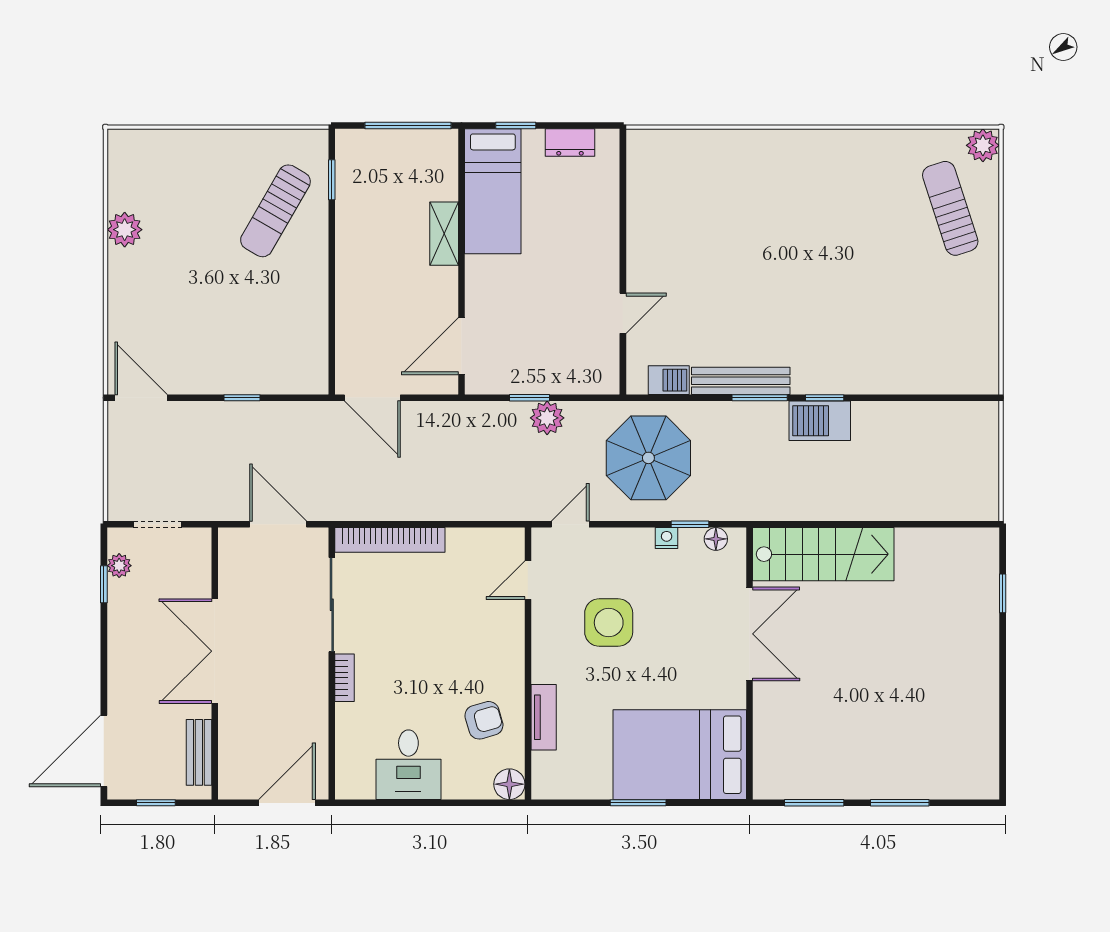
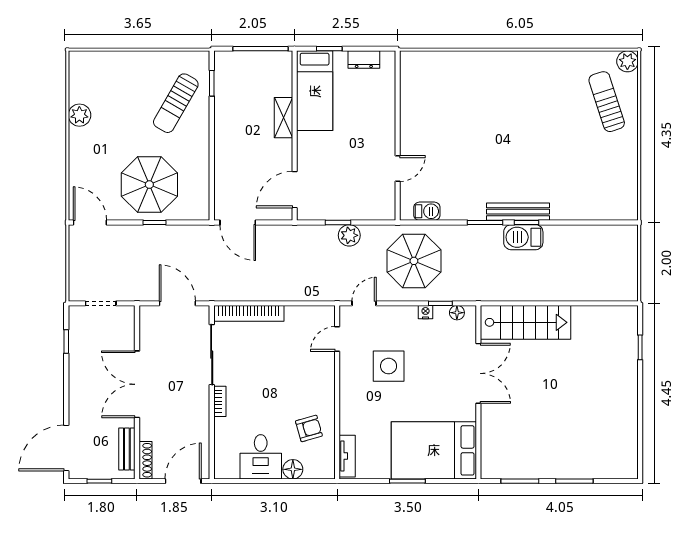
parasol: (234, 338) -> (149, 185), added
bench: (741, 381) -> (518, 212), moved
plant: (119, 566) -> (76, 330), removed
tv unit: (544, 717) -> (347, 456), moved
shoe rack: (228, 770) -> (145, 460), added
floor lamp: (509, 784) -> (293, 469), moved

